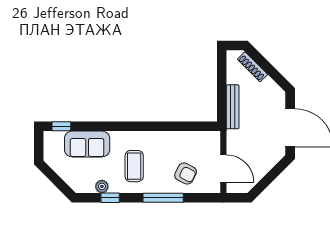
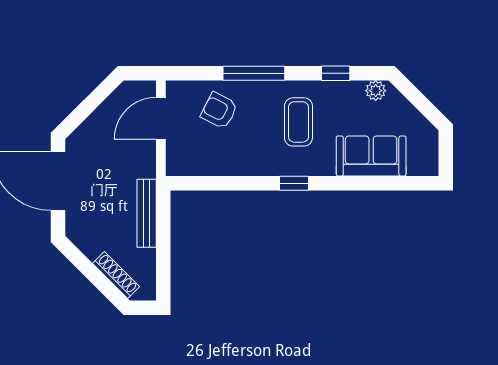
window: (61, 126) -> (294, 183), moved
door: (223, 168) -> (161, 118), hinge flipped
plant: (102, 186) -> (376, 91), moved

